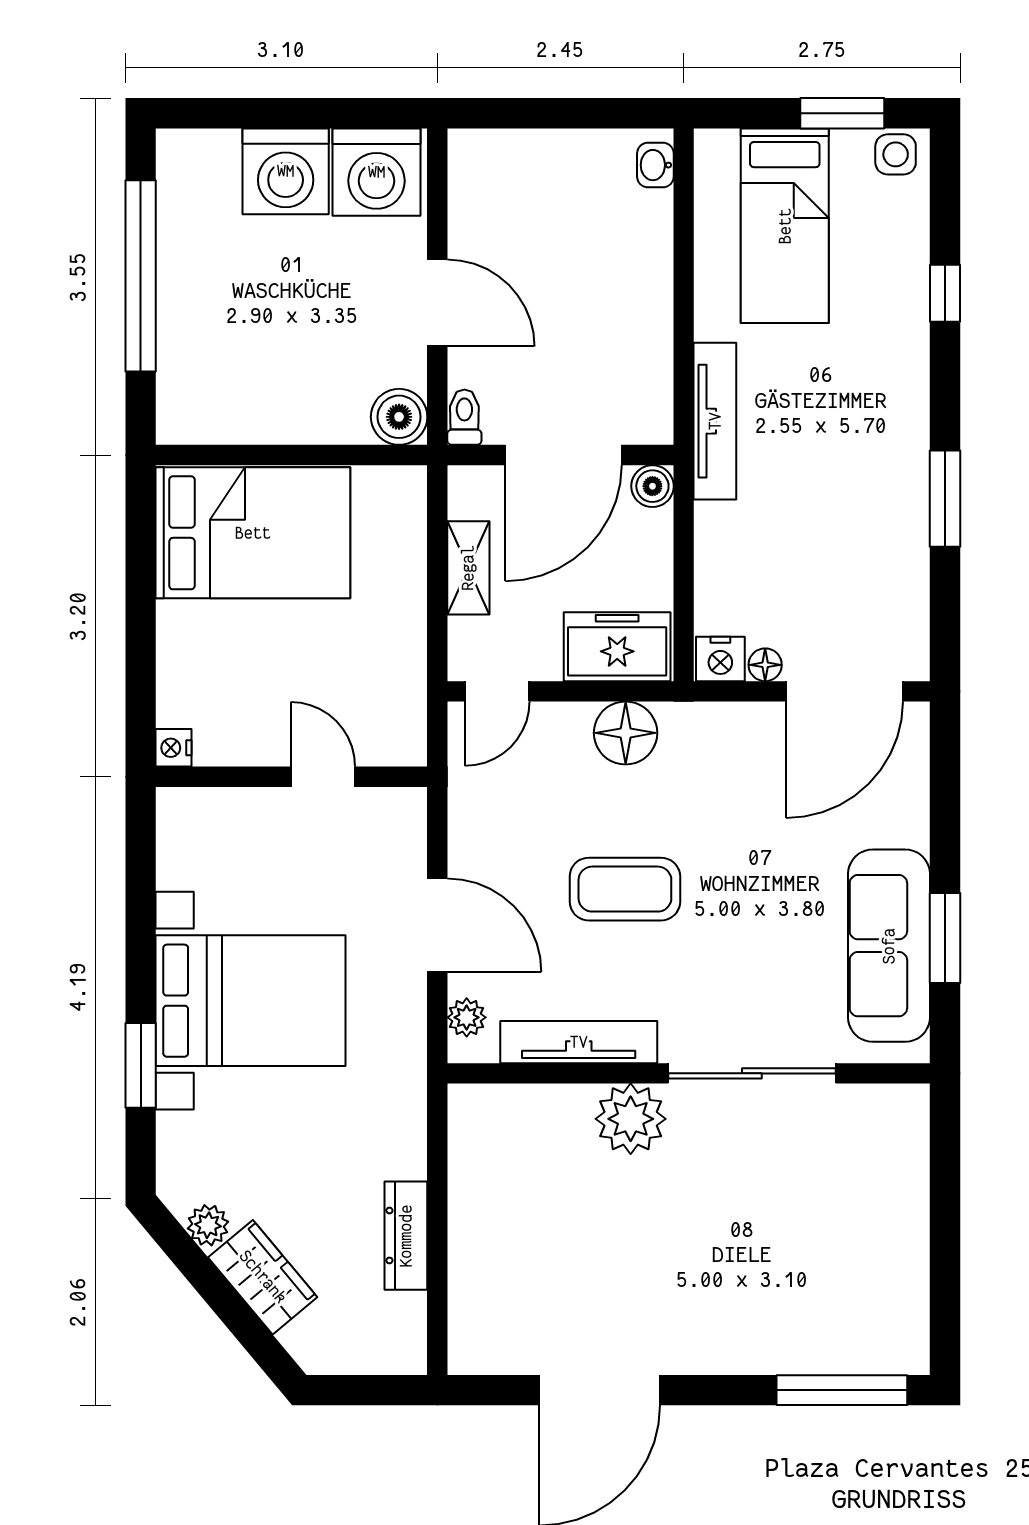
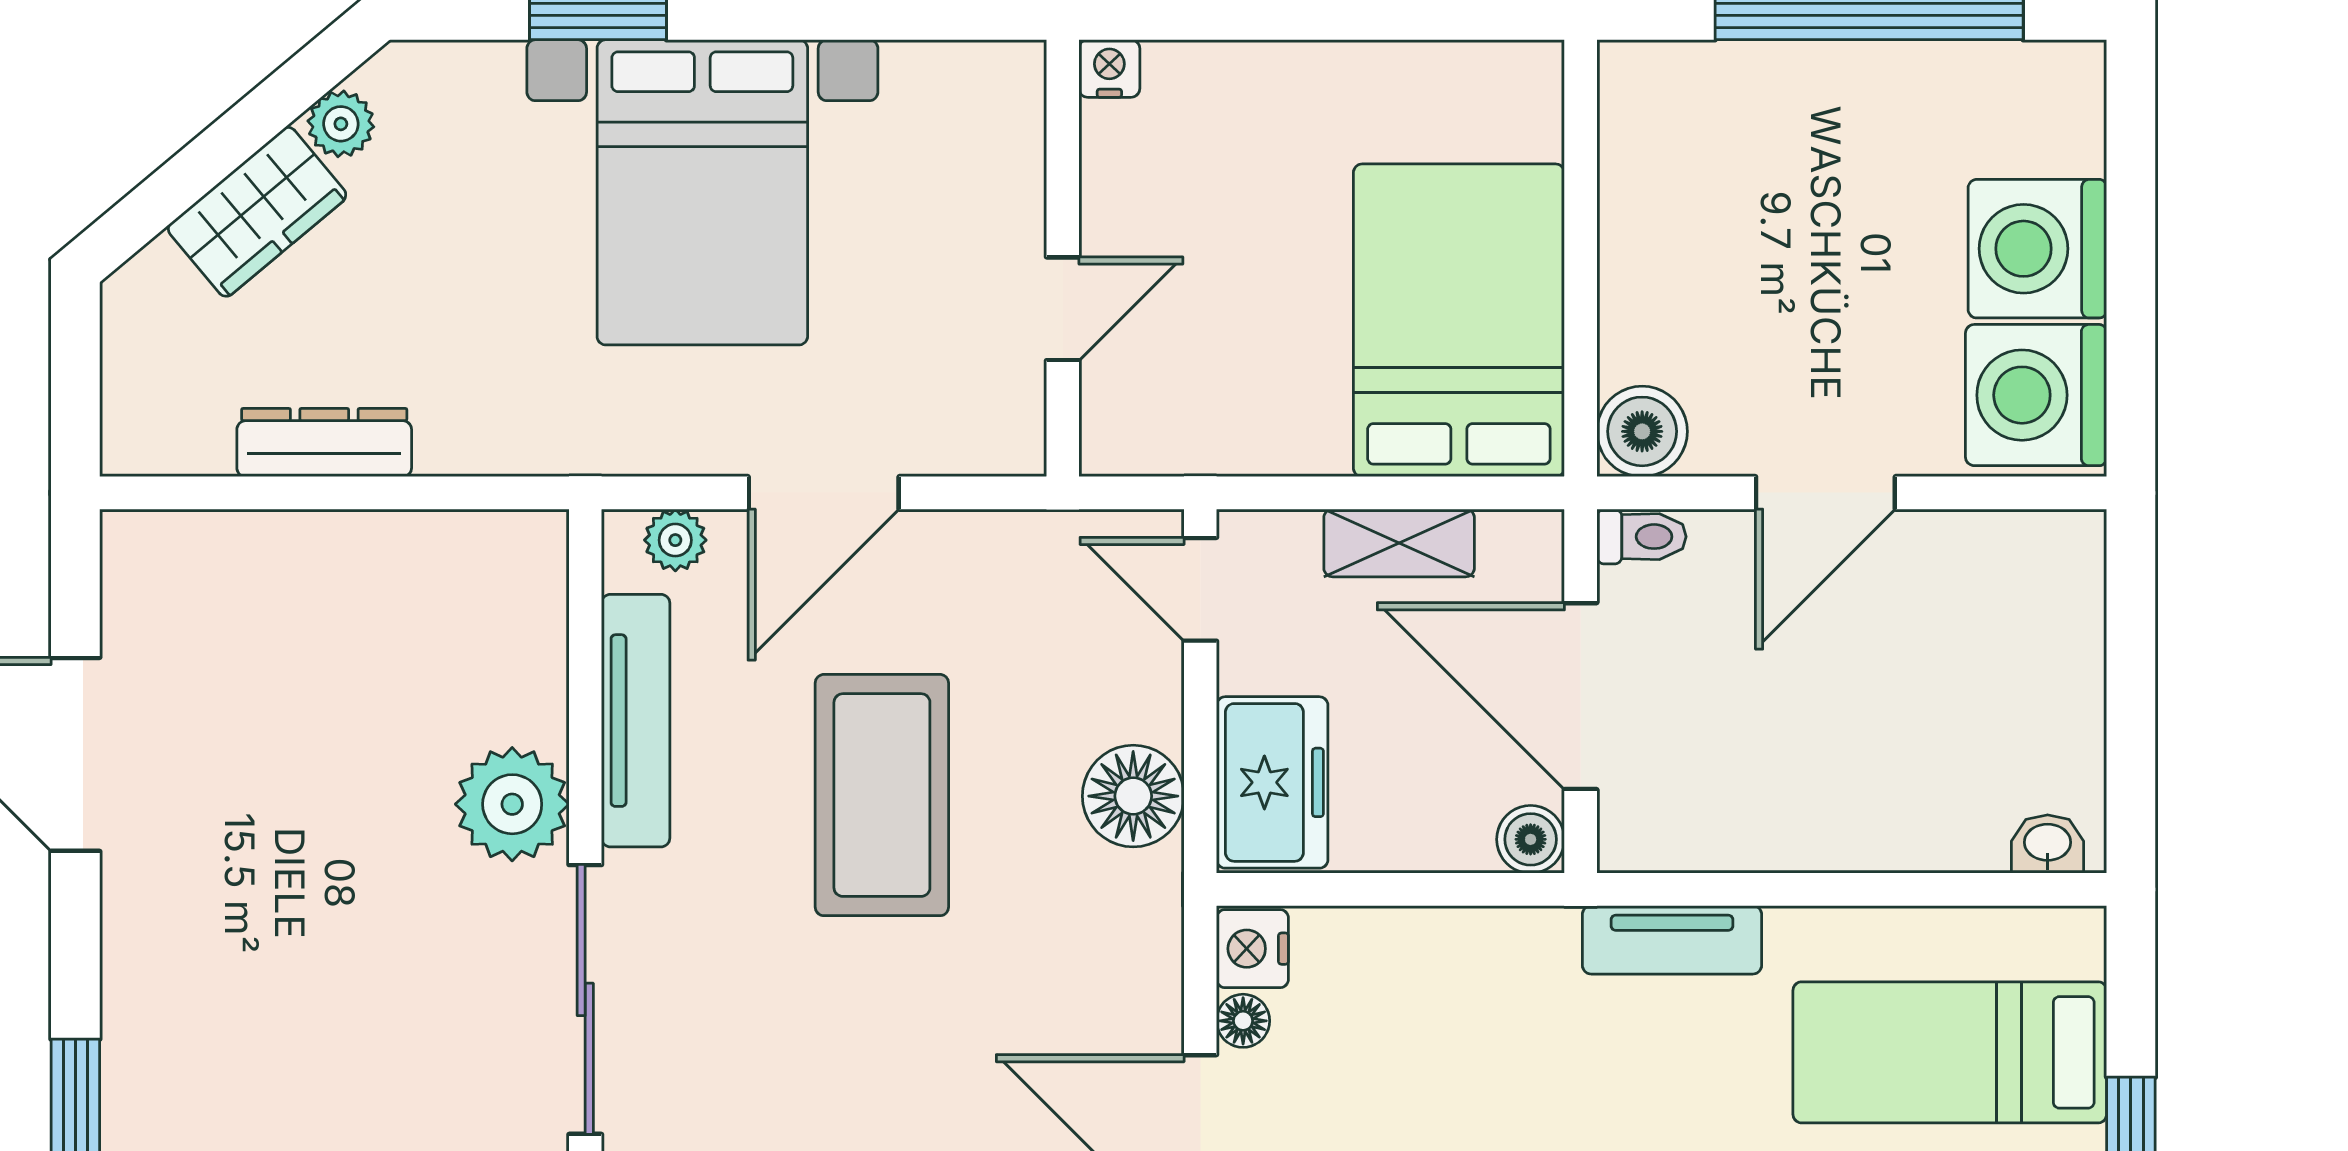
tv unit: (715, 421) -> (1672, 940), width x0.71
bed: (253, 533) -> (1459, 320), moved, turned 180
coffee table: (625, 889) -> (882, 795), width x1.36, depth x1.32

